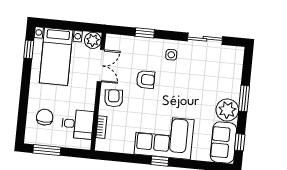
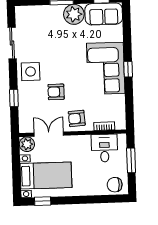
side table: (171, 55) -> (31, 72), width x1.87, depth x1.87
armchair: (145, 80) -> (56, 92), turned -90
chair: (45, 117) -> (115, 185), moved
window: (47, 150) -> (131, 160), moved

